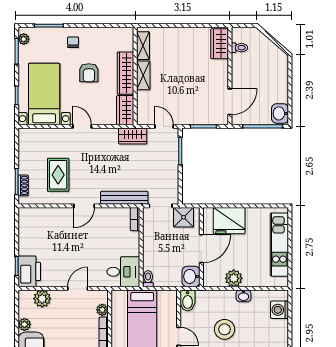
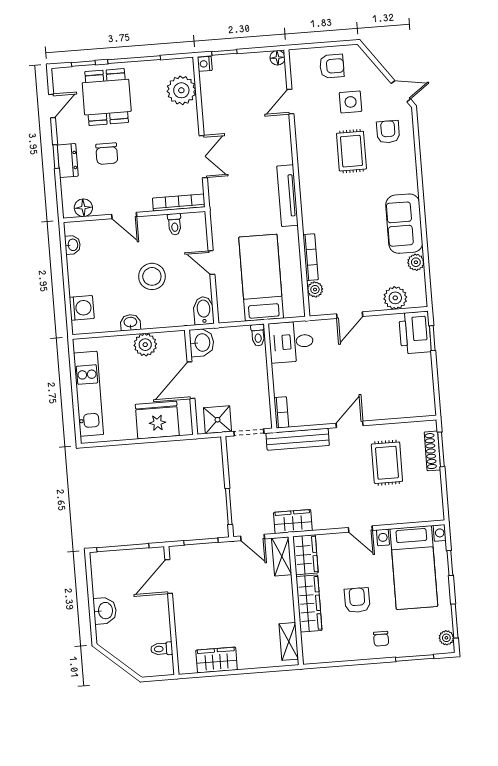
wardrobe: (220, 44) -> (217, 660), moved, turned -90
shelving: (143, 75) -> (282, 556), moved
washbasin: (280, 113) -> (105, 611), moved
shoe rack: (23, 185) -> (432, 451), width x1.43

